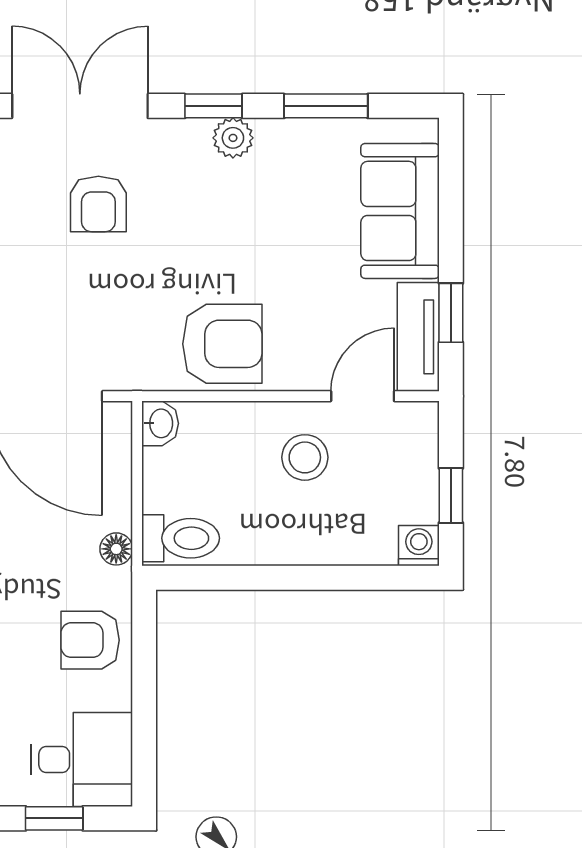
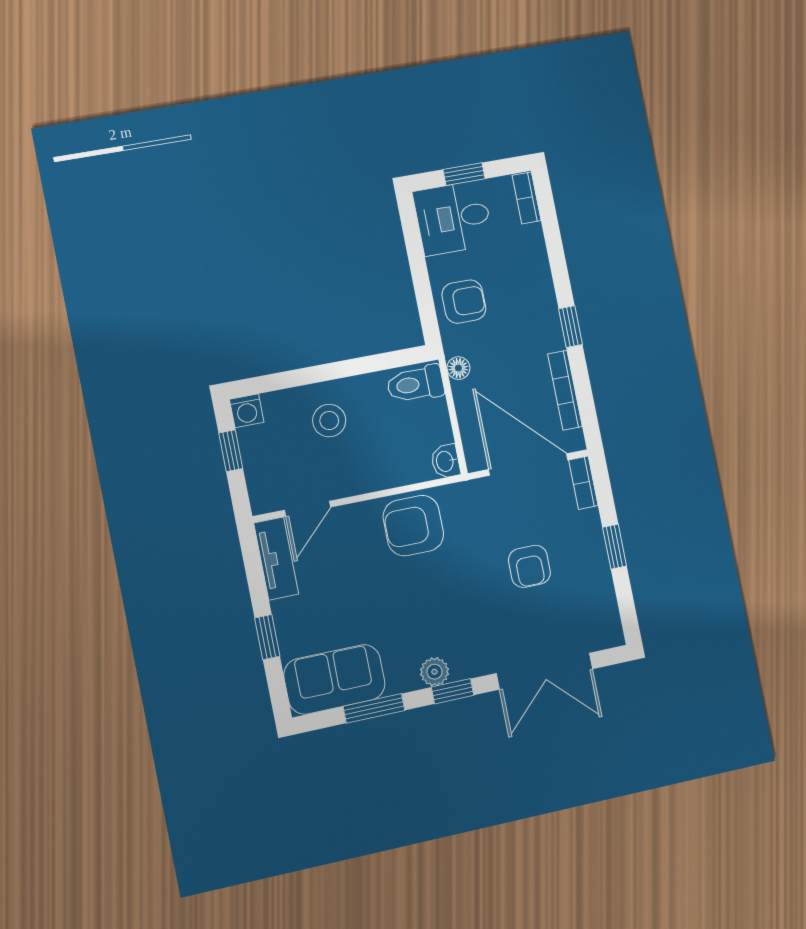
armchair: (98, 204) -> (529, 566), moved, turned 180
sofa: (400, 211) -> (334, 679), moved, turned -90
window: (451, 313) -> (267, 637), moved
stool: (305, 457) -> (329, 421), moved

